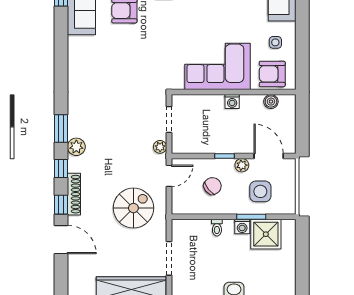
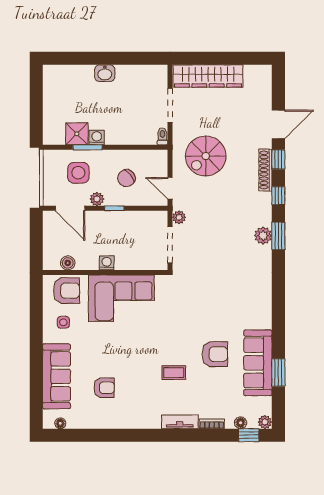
doorway: (169, 120) -> (170, 245), width x1.38
plant: (76, 147) -> (263, 236), moved
door: (169, 176) -> (170, 188), hinge flipped
toilet: (217, 228) -> (162, 136), moved
shower: (266, 234) -> (77, 134), width x0.73, depth x0.73
door: (61, 240) -> (278, 124), swing flipped

